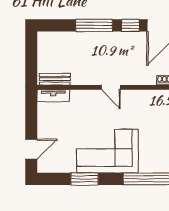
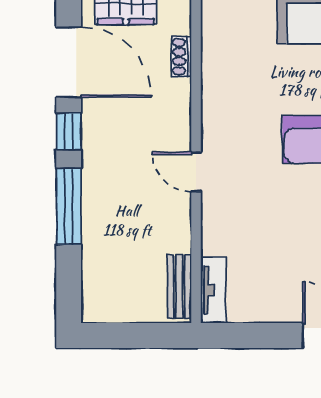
door: (111, 87) -> (196, 172), swing flipped

